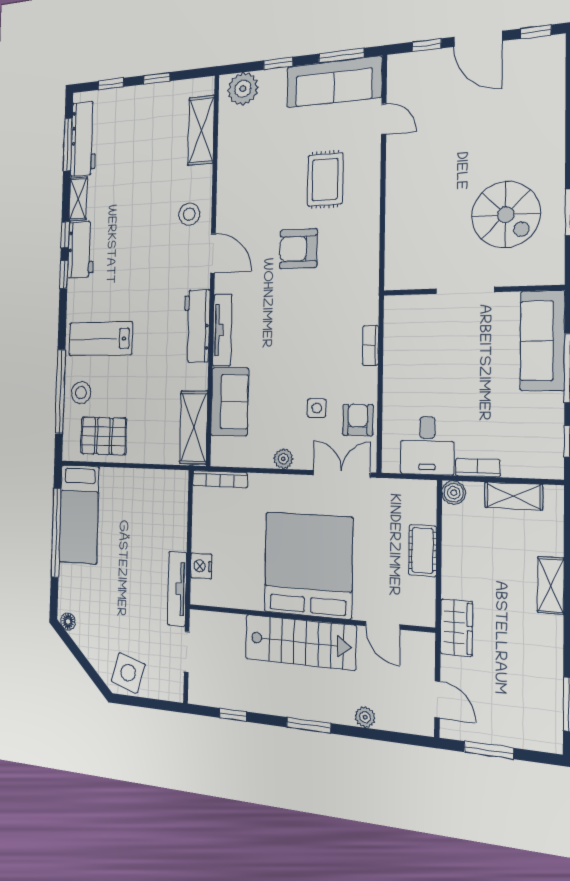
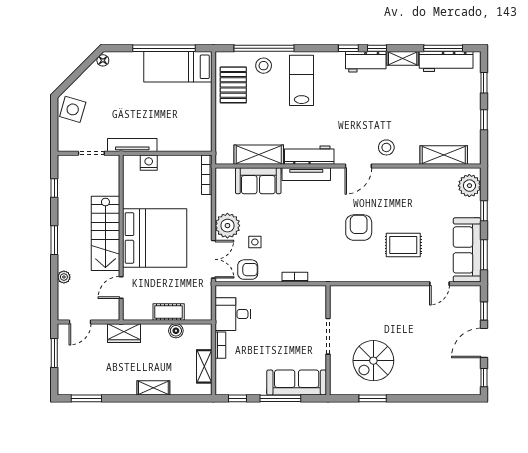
shelving: (194, 427) -> (259, 155), moved
plant: (283, 459) -> (227, 226), width x1.88, depth x1.88
boiler: (454, 493) -> (176, 331), moved

